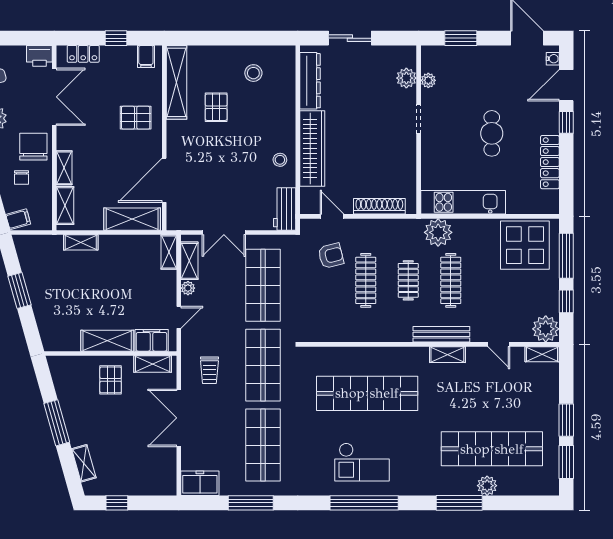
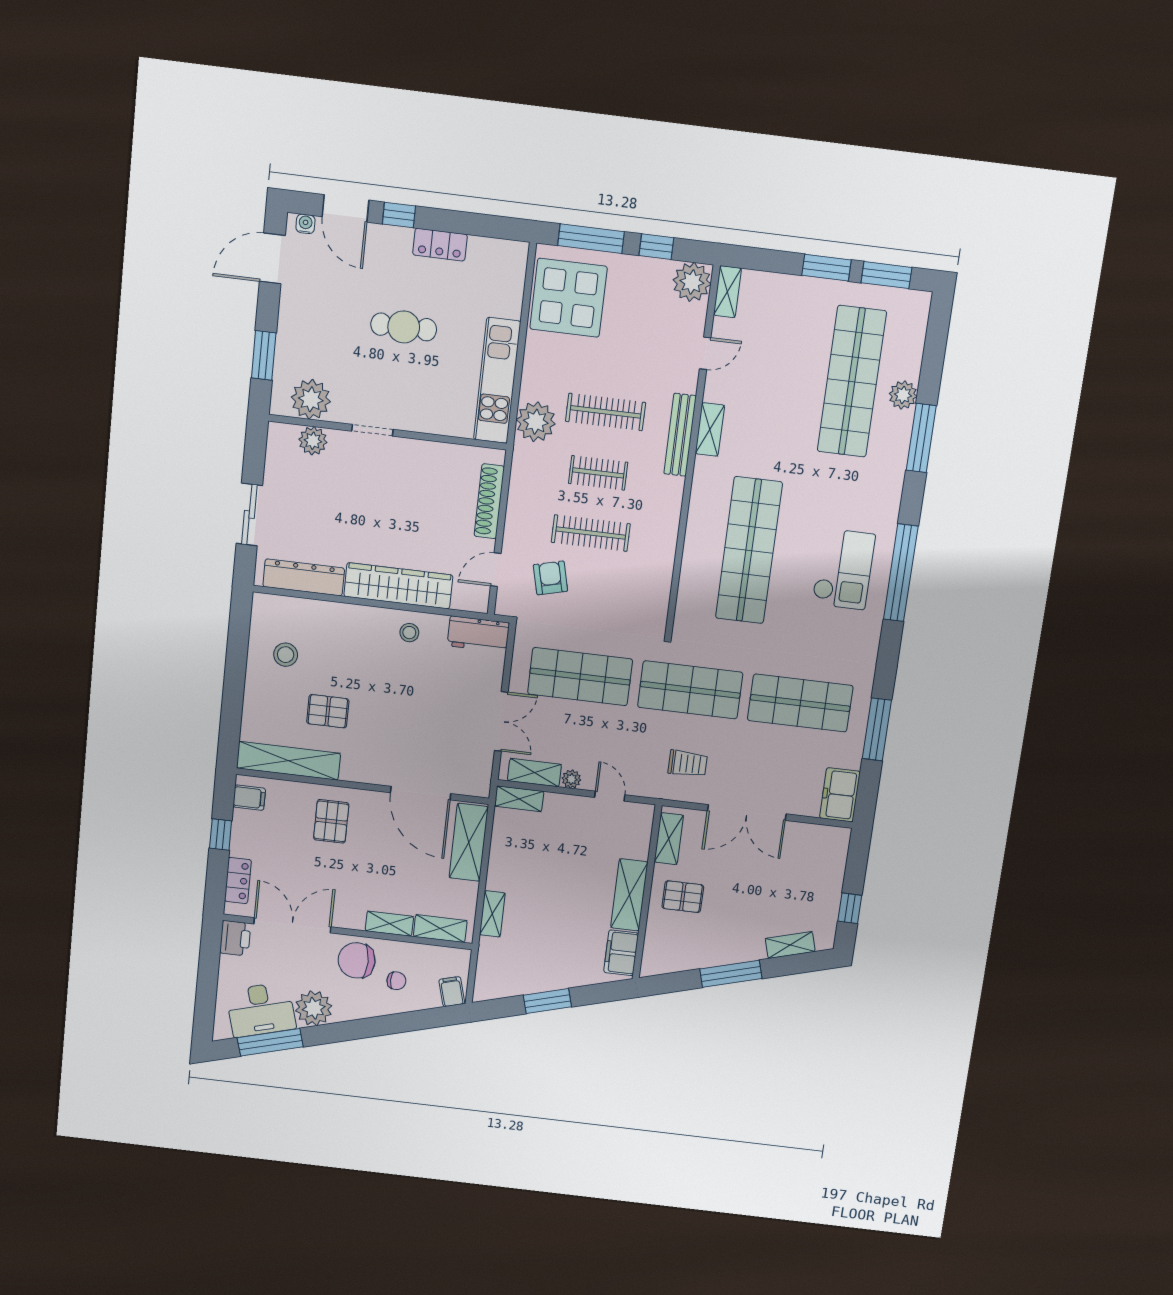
plant: (428, 80) -> (311, 399), width x1.88, depth x1.88
locker: (550, 162) -> (440, 245), width x0.66
filing cabinet: (152, 340) -> (621, 953), moved

